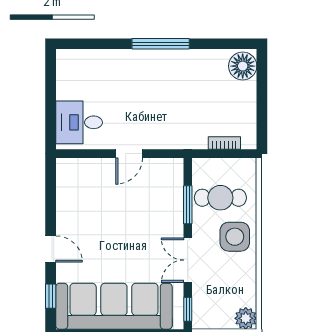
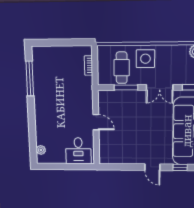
window: (161, 44) -> (30, 79), moved
plant: (80, 57) -> (41, 150), added
floor lamp: (243, 66) -> (42, 55), removed
door: (51, 249) -> (152, 167), swing flipped

